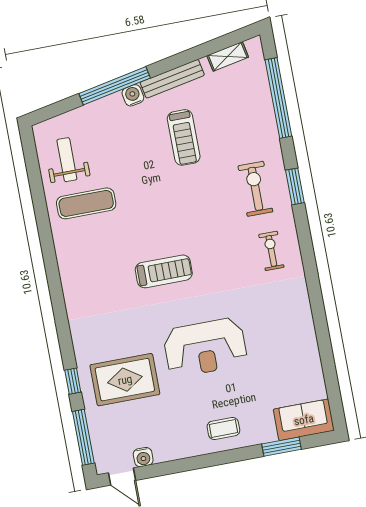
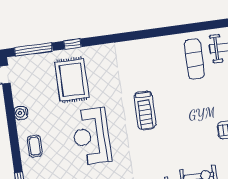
water cooler: (143, 457) -> (21, 113), moved

